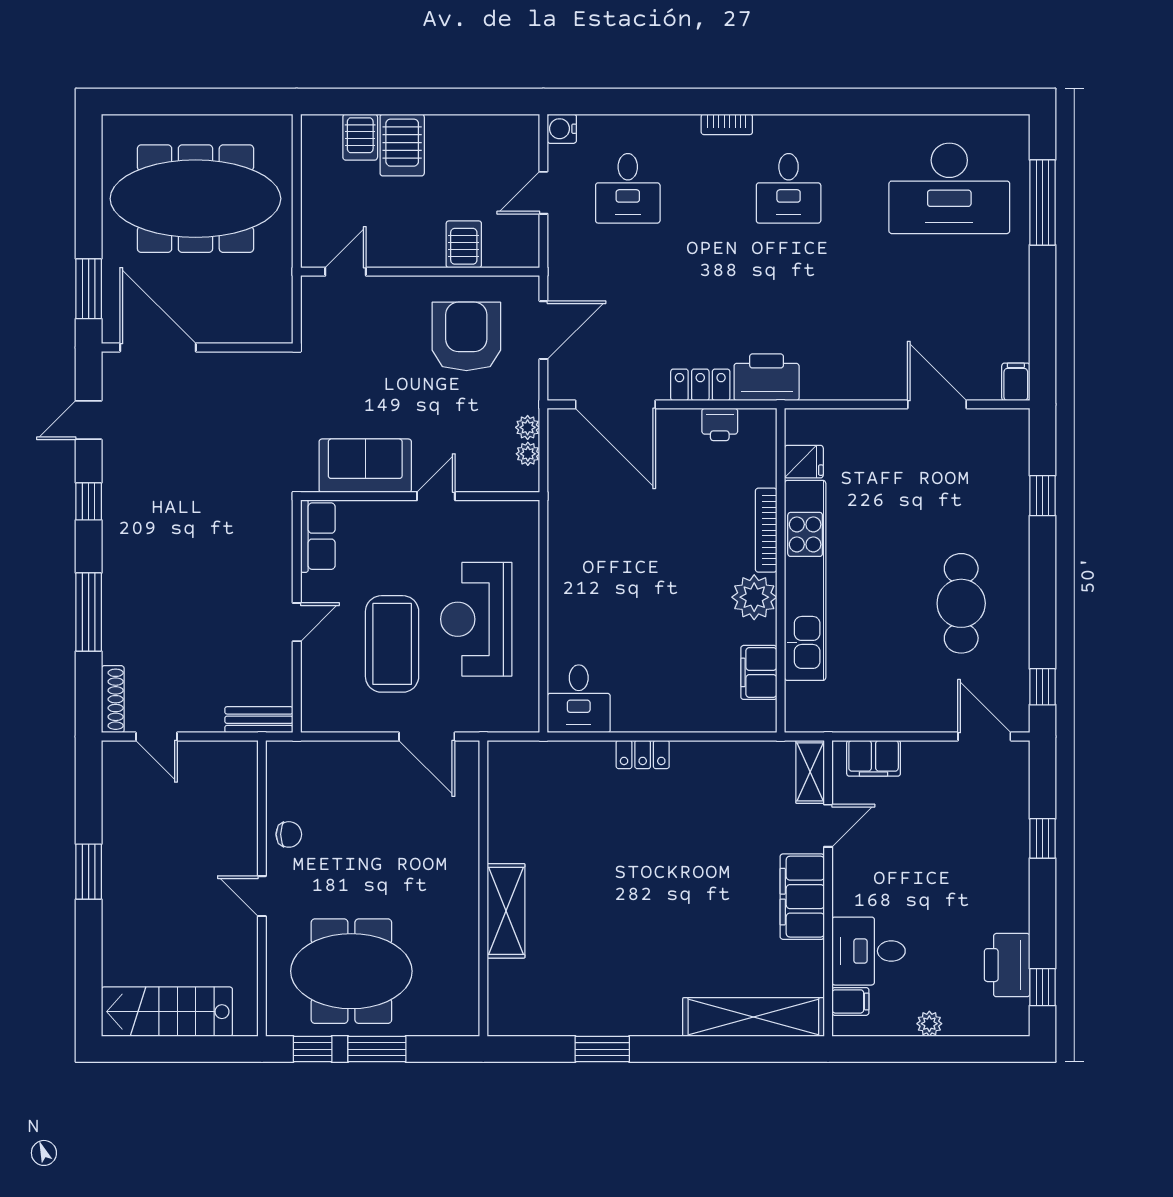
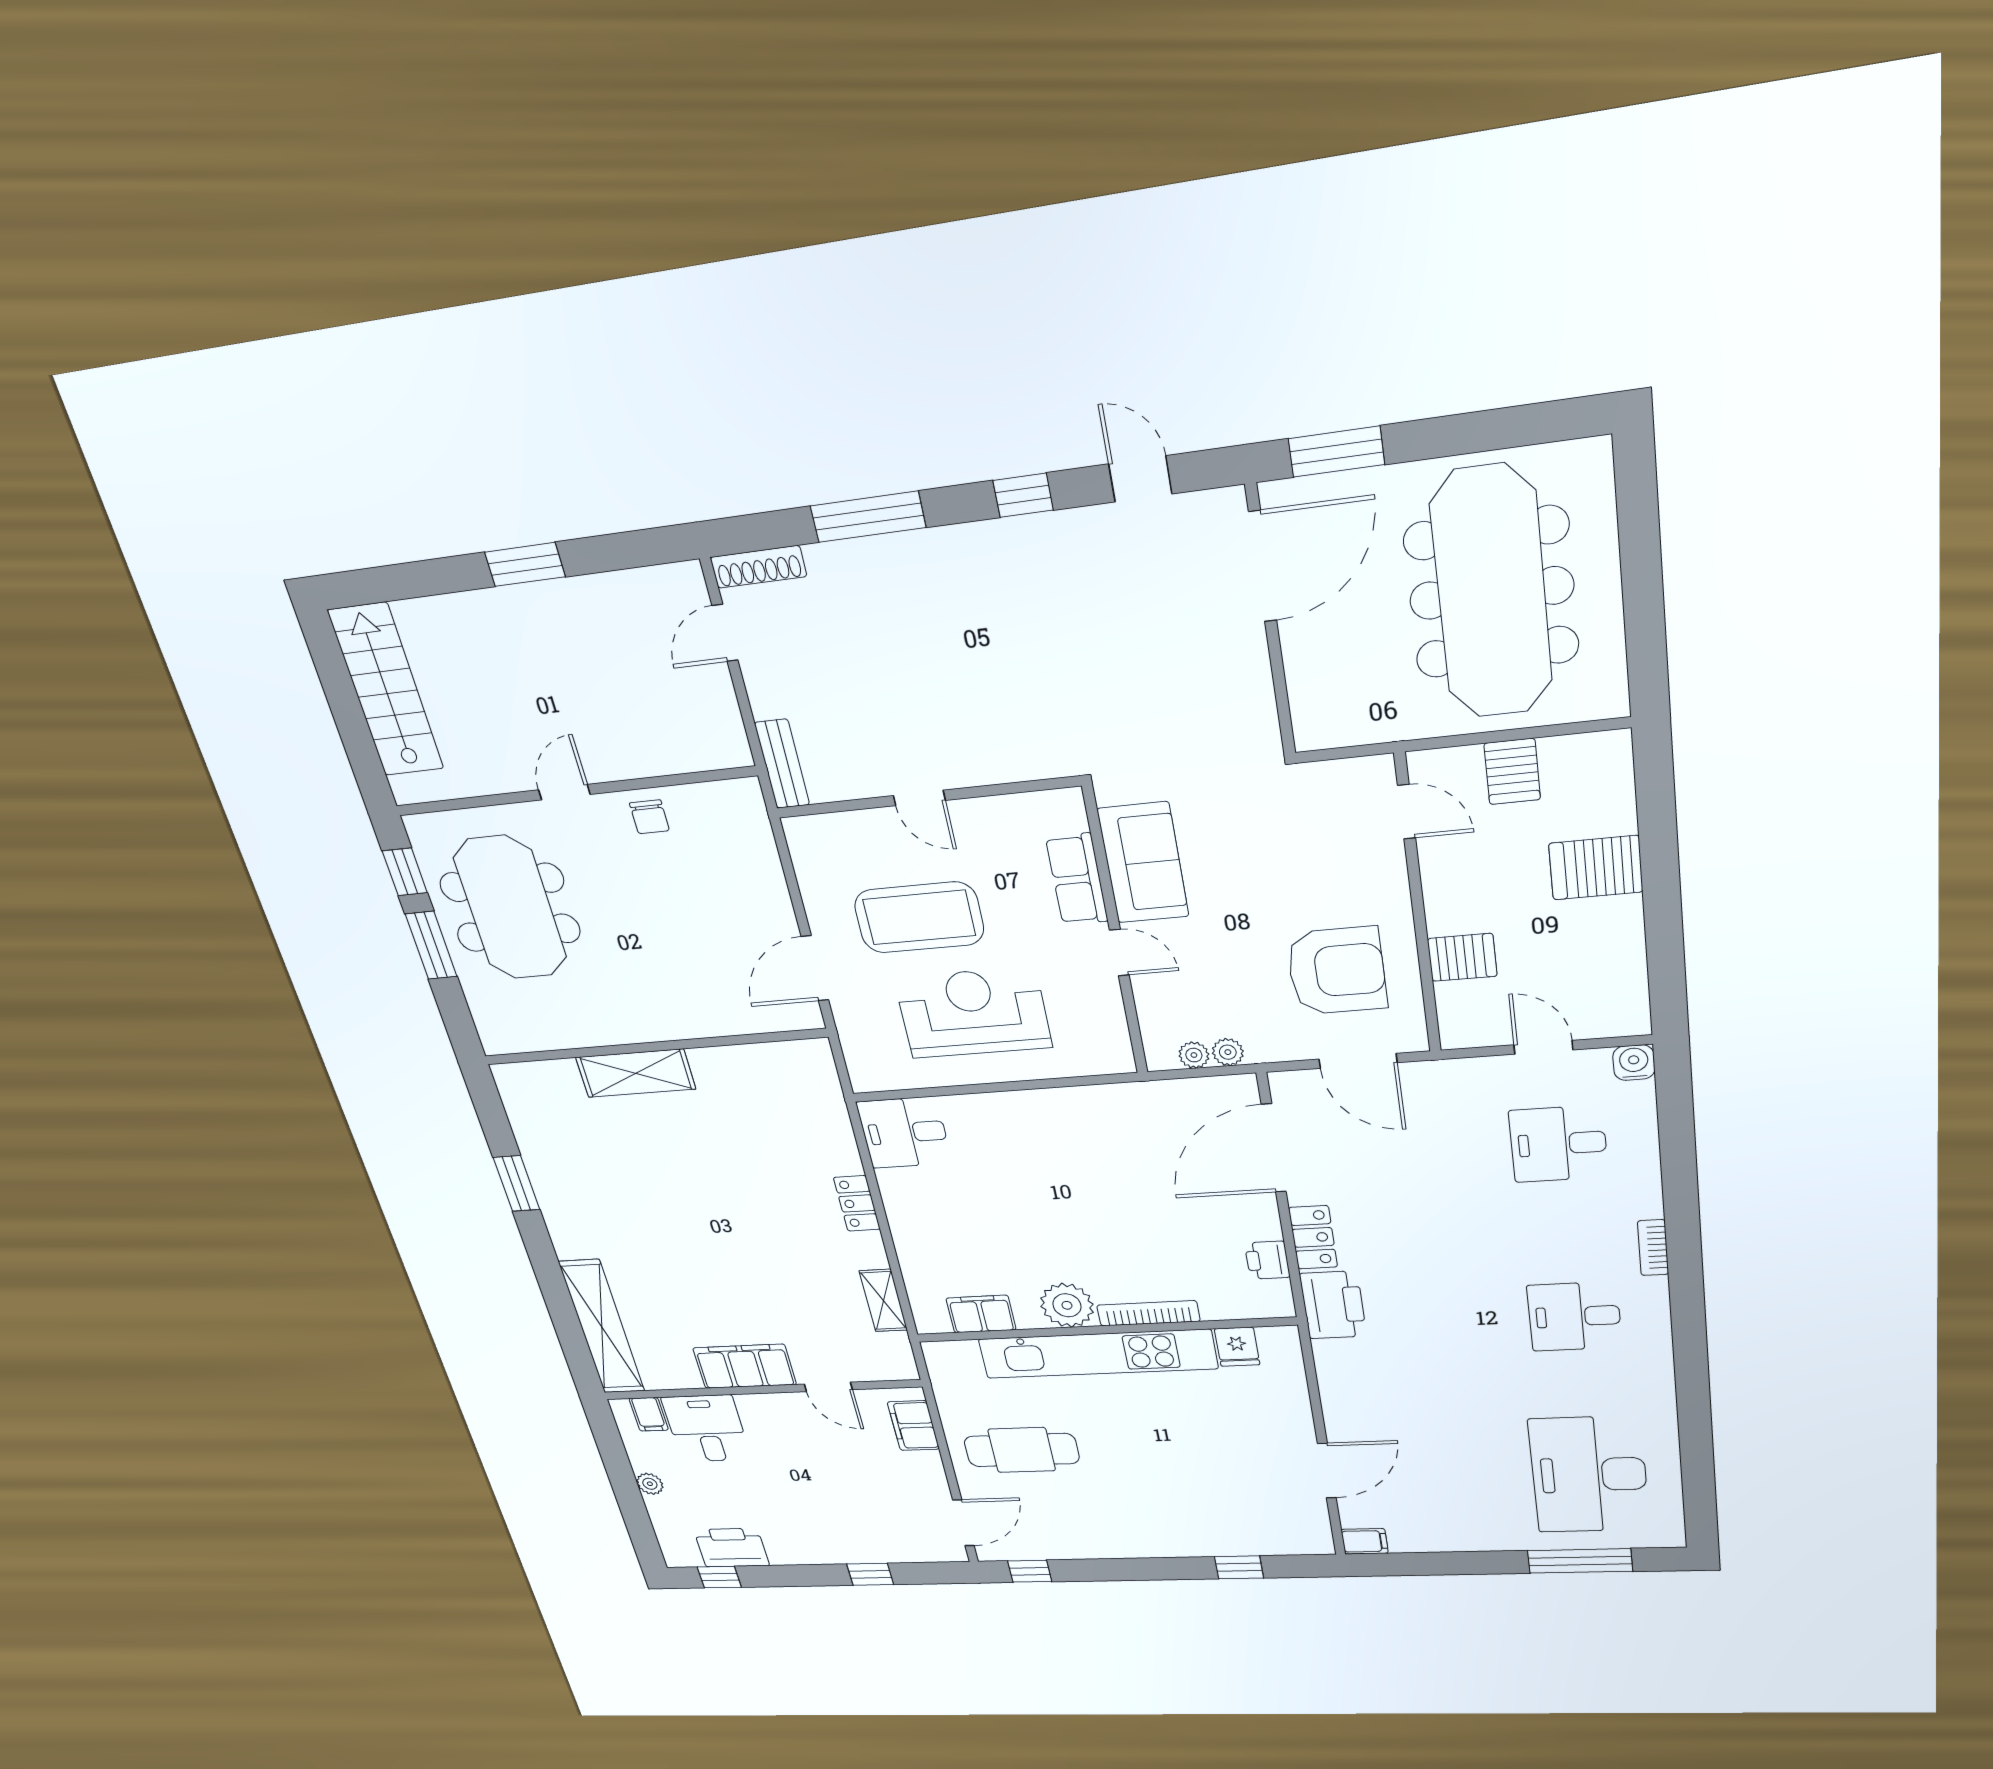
server rack: (360, 137) -> (1512, 771), moved, turned -90
row of seats: (318, 536) -> (1077, 879), moved, turned 90
cafe table: (961, 603) -> (1022, 1450), moved
shelving: (810, 772) -> (883, 1300), moved, turned 90

